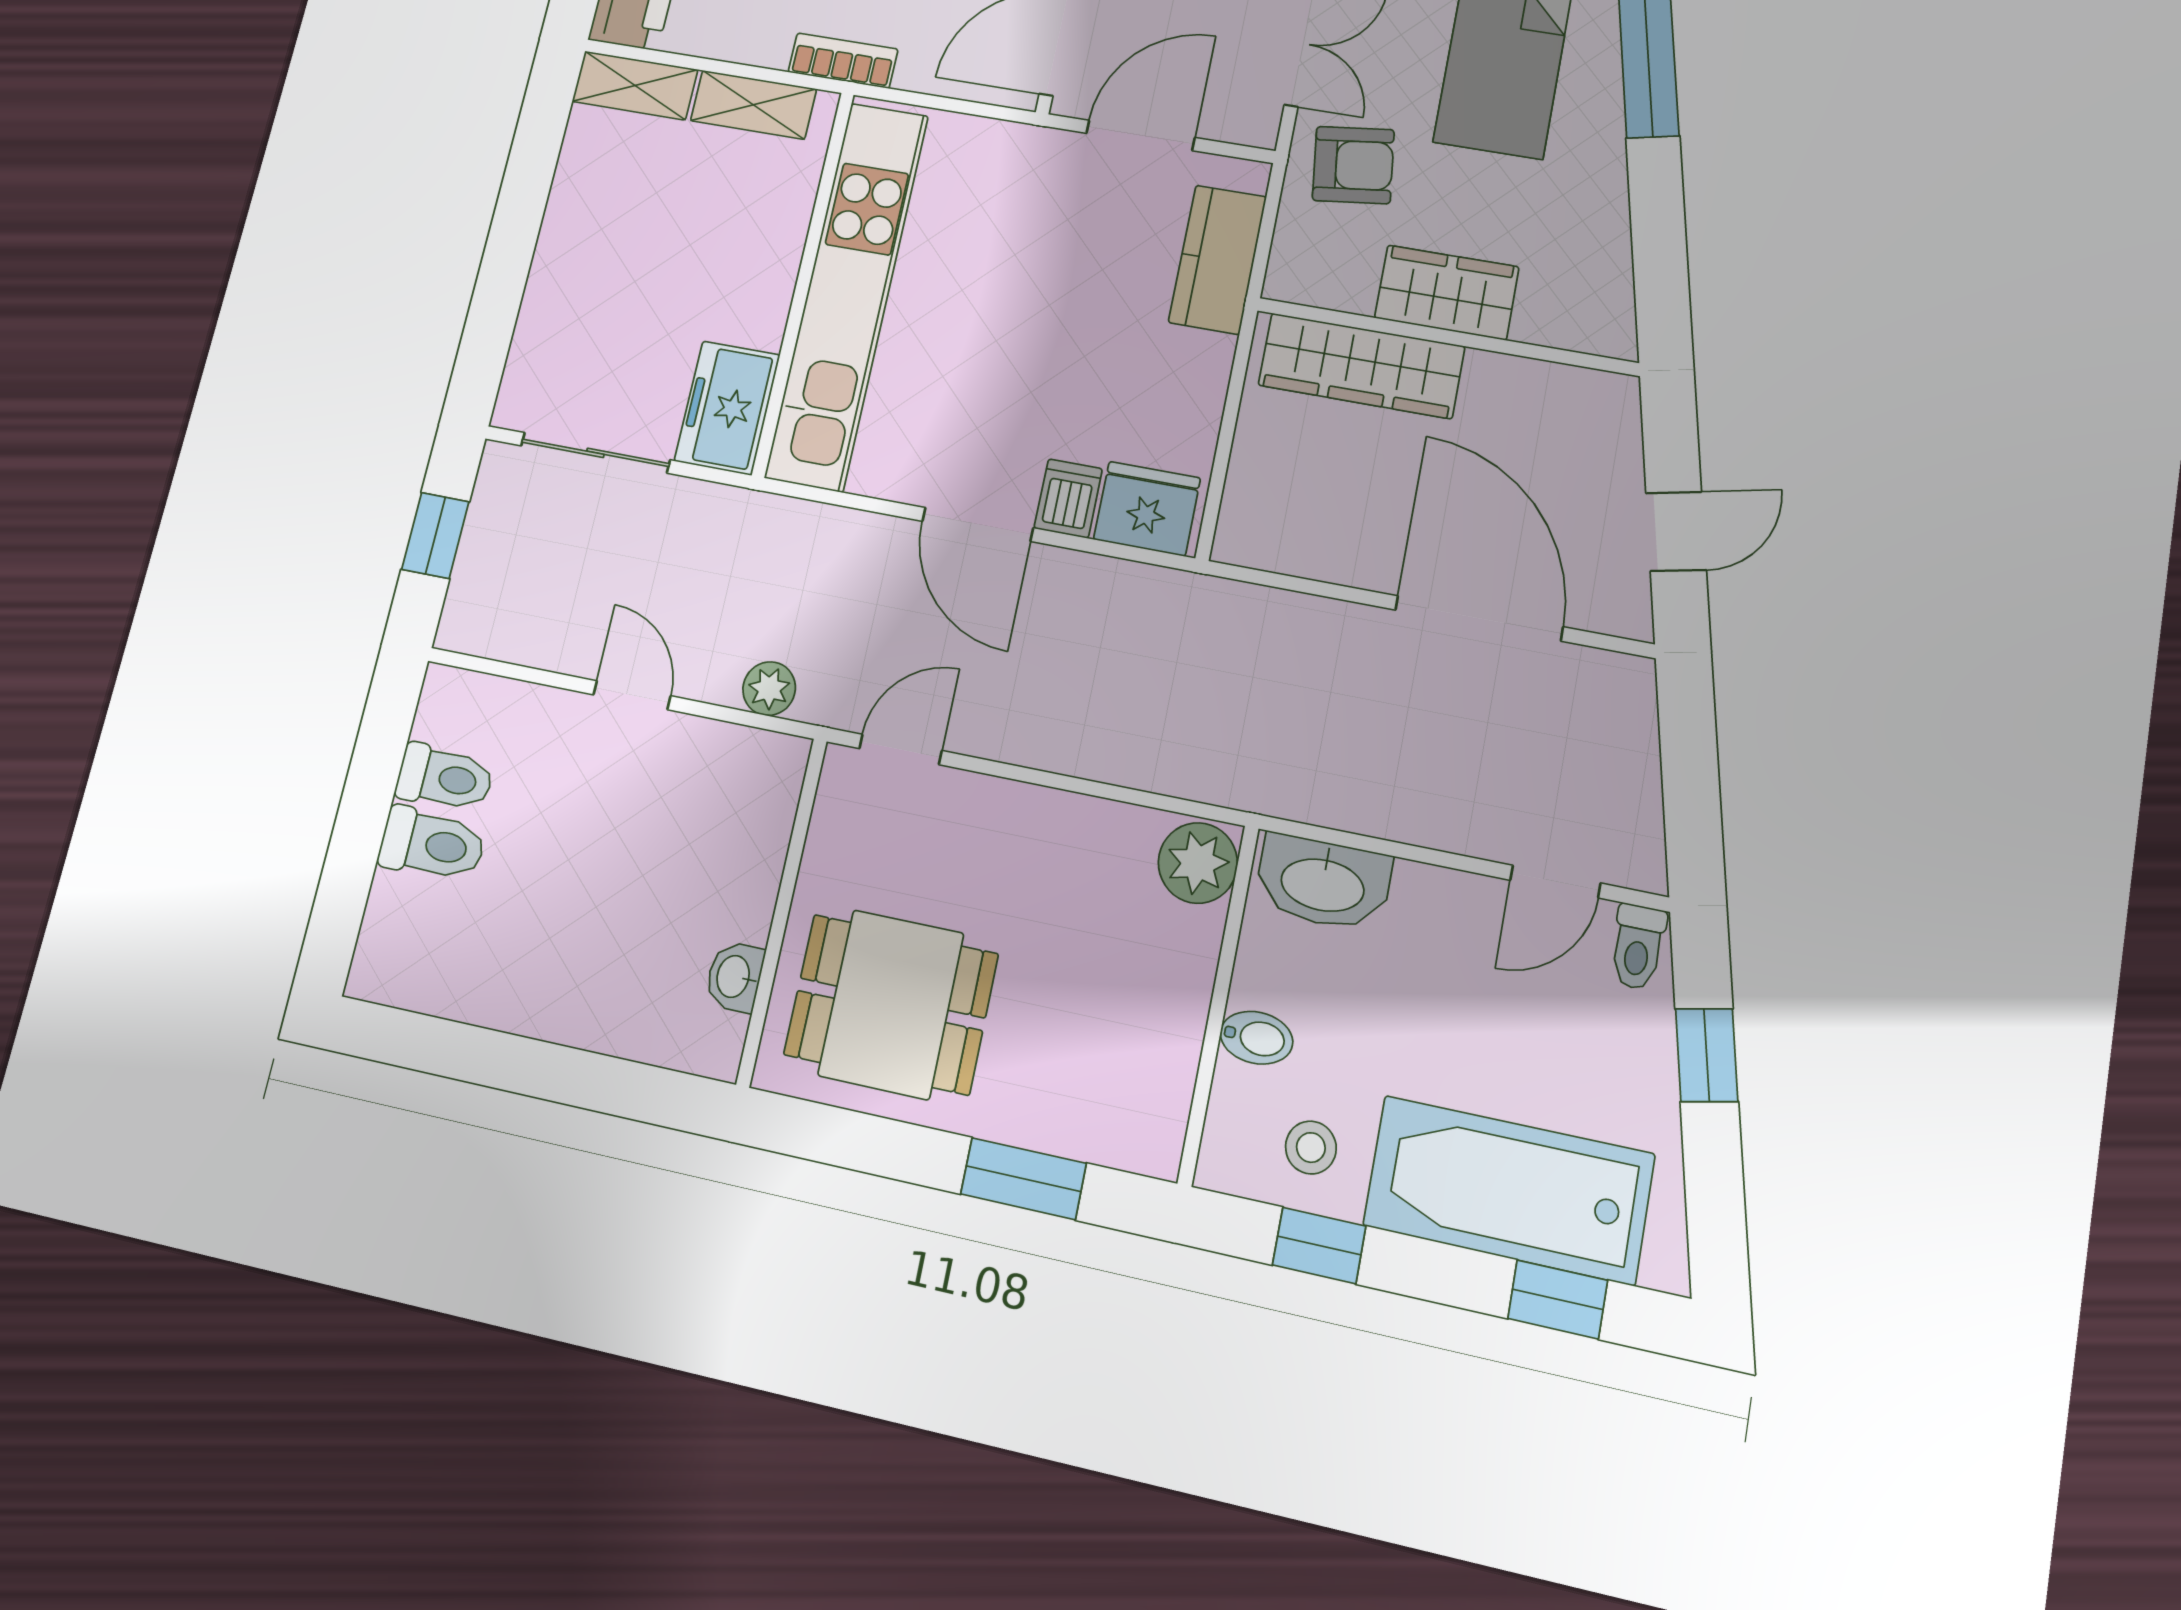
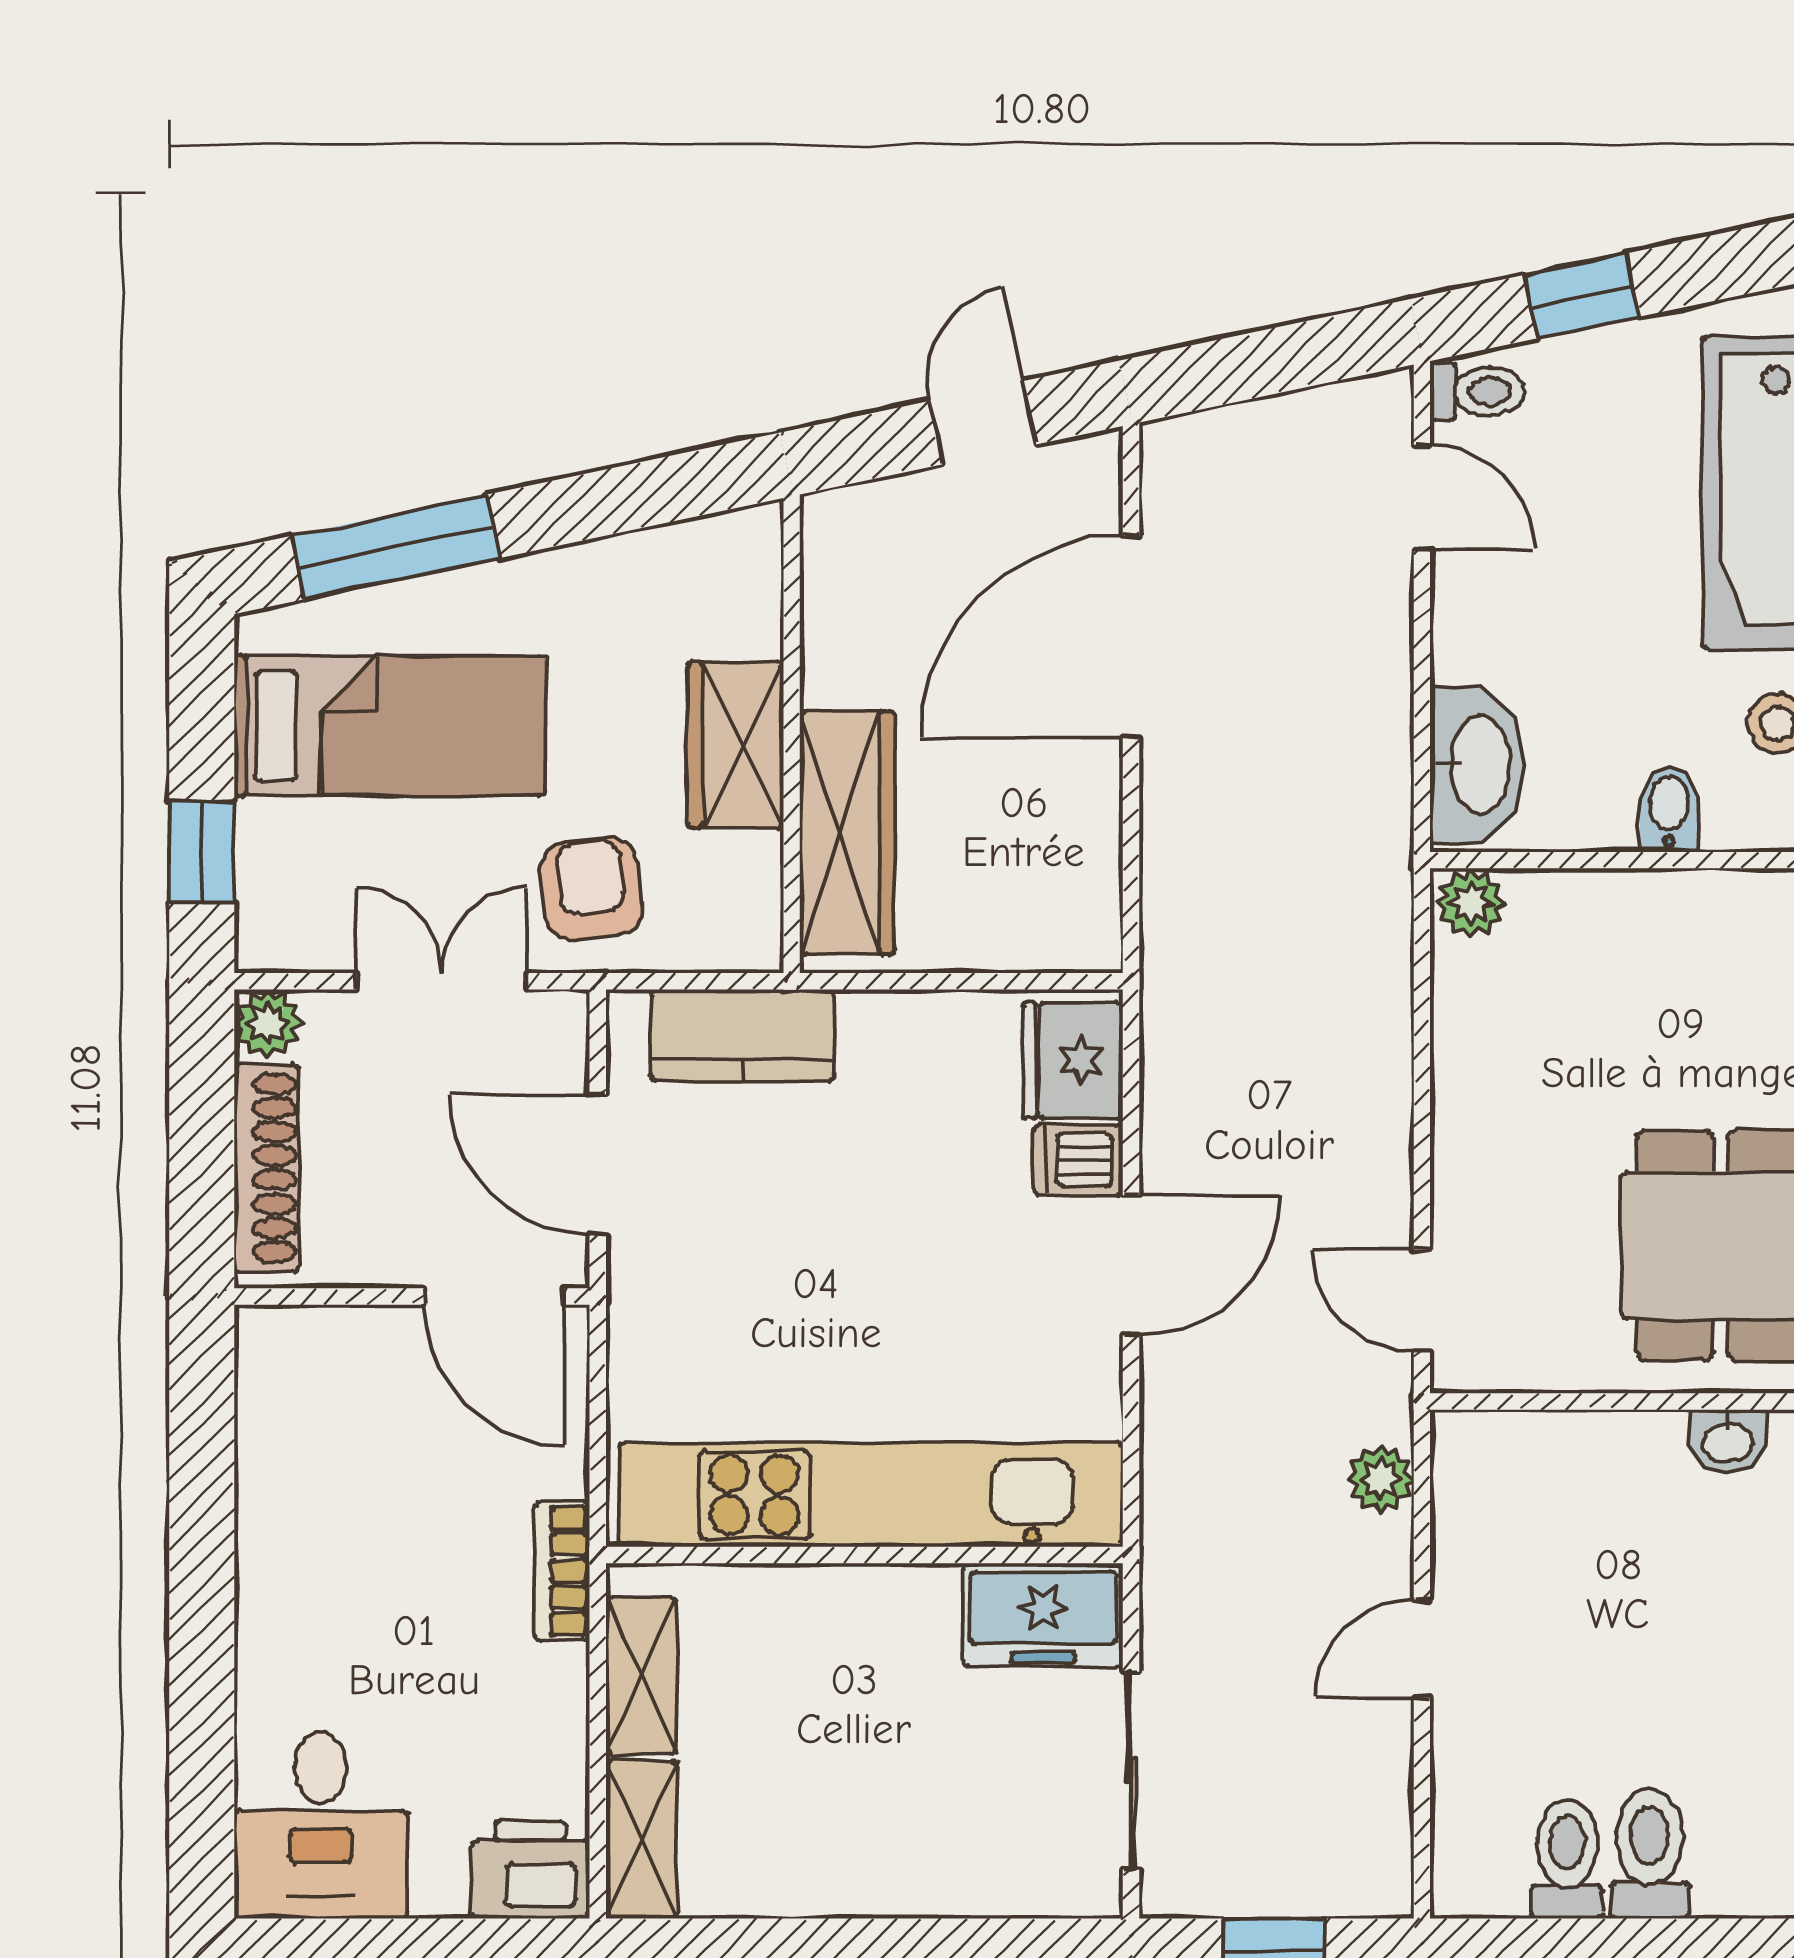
door: (1676, 531) -> (983, 423), hinge flipped
plant: (1198, 863) -> (1471, 903), width x0.73, depth x0.73

